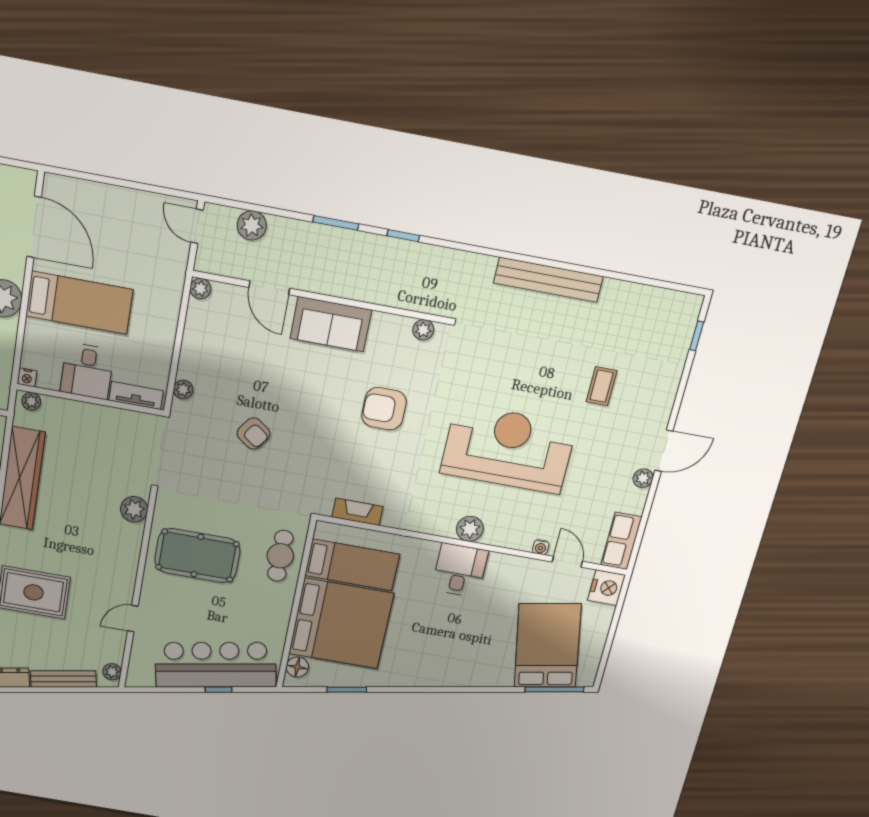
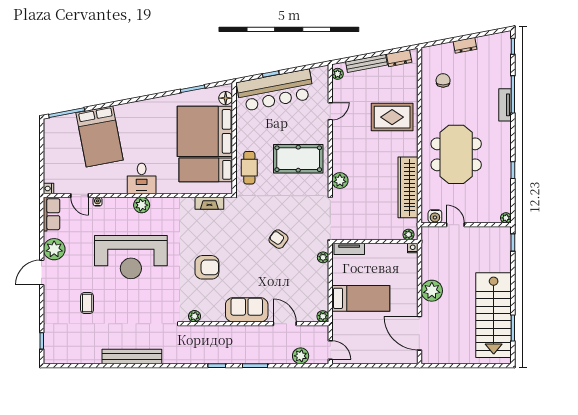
bed: (79, 303) -> (361, 298), moved, turned 180
desk: (87, 371) -> (379, 258), removed
plant: (643, 478) -> (54, 249), width x1.88, depth x1.88
nightstand: (606, 588) -> (48, 188), width x0.53, depth x0.56
bed: (548, 646) -> (99, 136), moved

